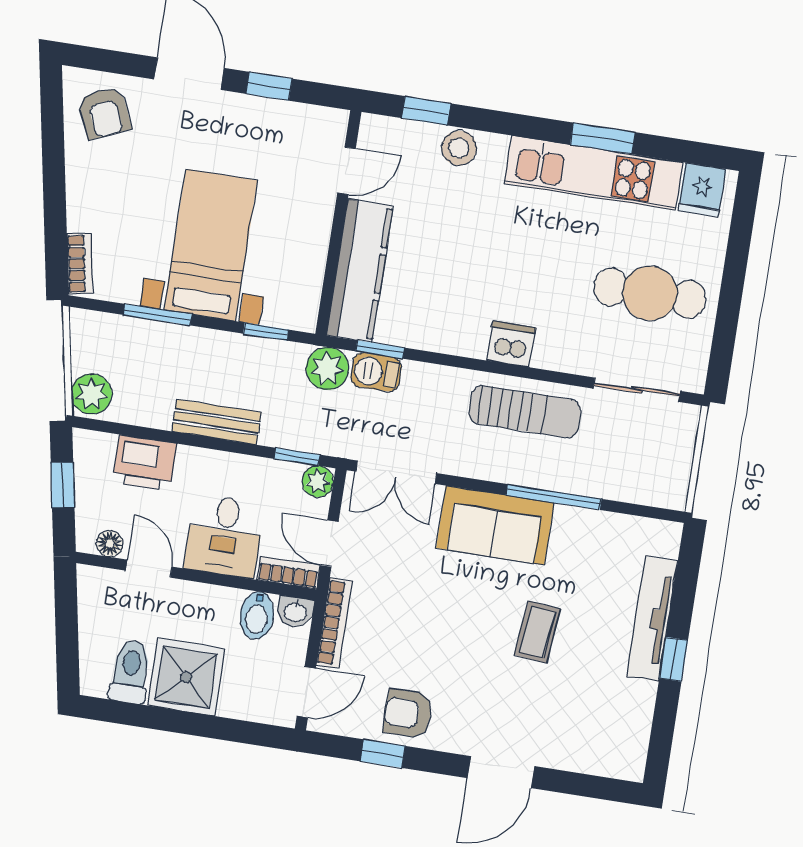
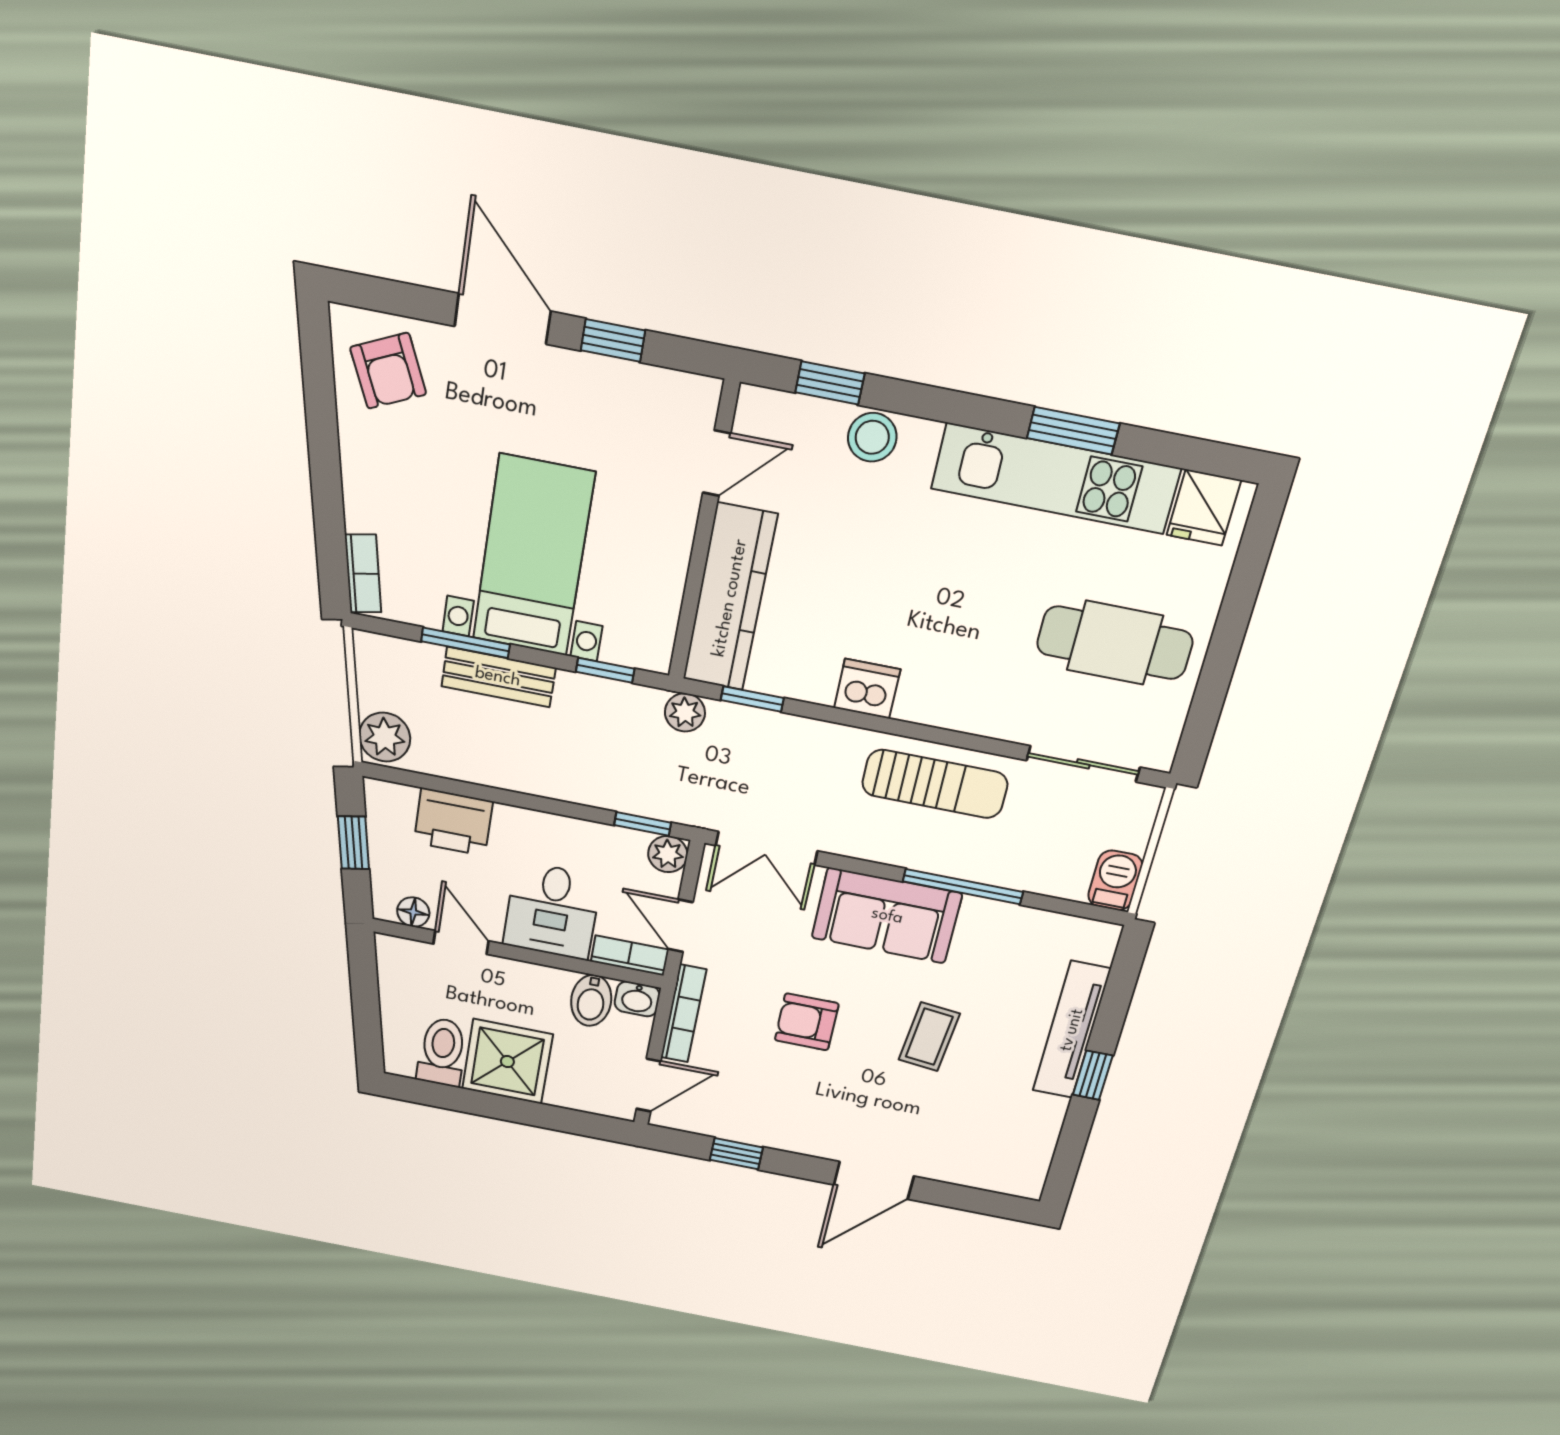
dishwasher: (511, 344) -> (867, 689), moved
plant: (327, 368) -> (685, 712), width x0.73, depth x0.73
barbecue: (376, 372) -> (1115, 880), moved, turned 90
bench: (217, 422) -> (498, 677), moved
armchair: (408, 714) -> (807, 1022), moved

